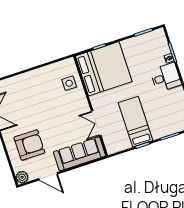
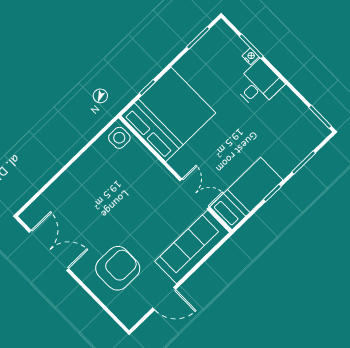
side table: (69, 83) -> (119, 138), moved
bed: (136, 122) -> (246, 193), moved, turned 90
double door: (96, 123) -> (195, 194), swing flipped
plant: (22, 177) -> (129, 317), removed

